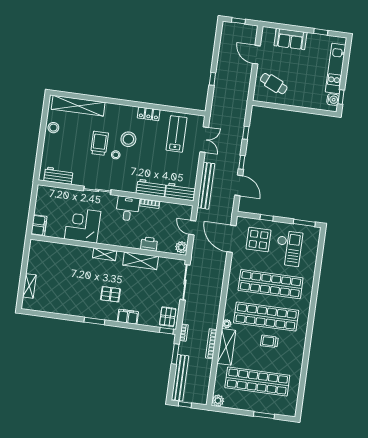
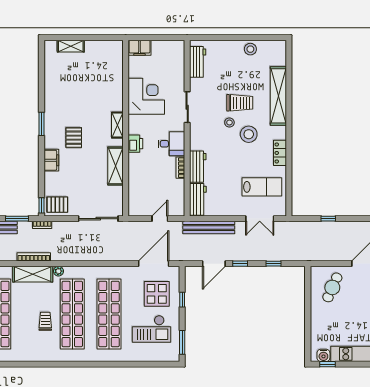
shelving: (78, 106) -> (278, 96), moved
printer: (149, 244) -> (135, 144), moved
plant: (181, 247) -> (137, 209), removed

